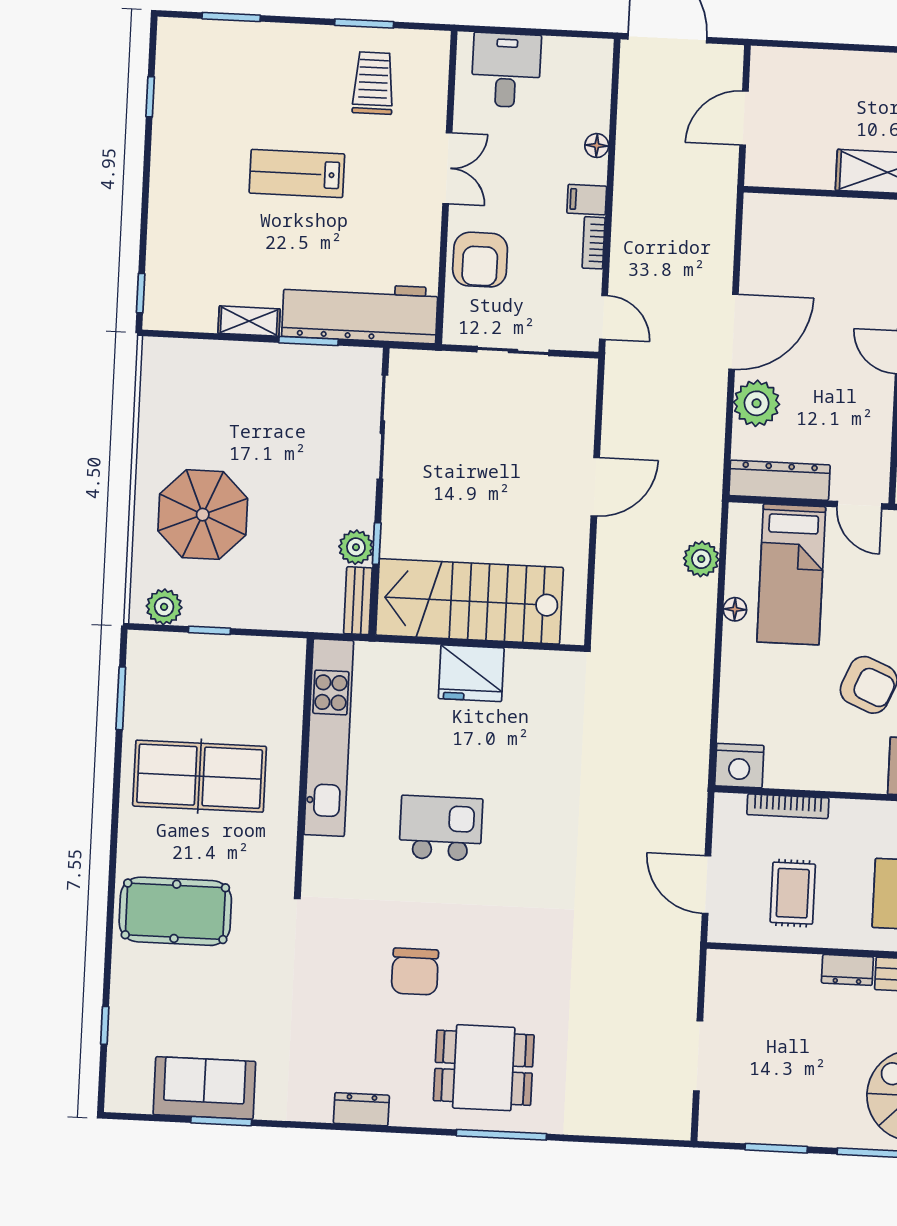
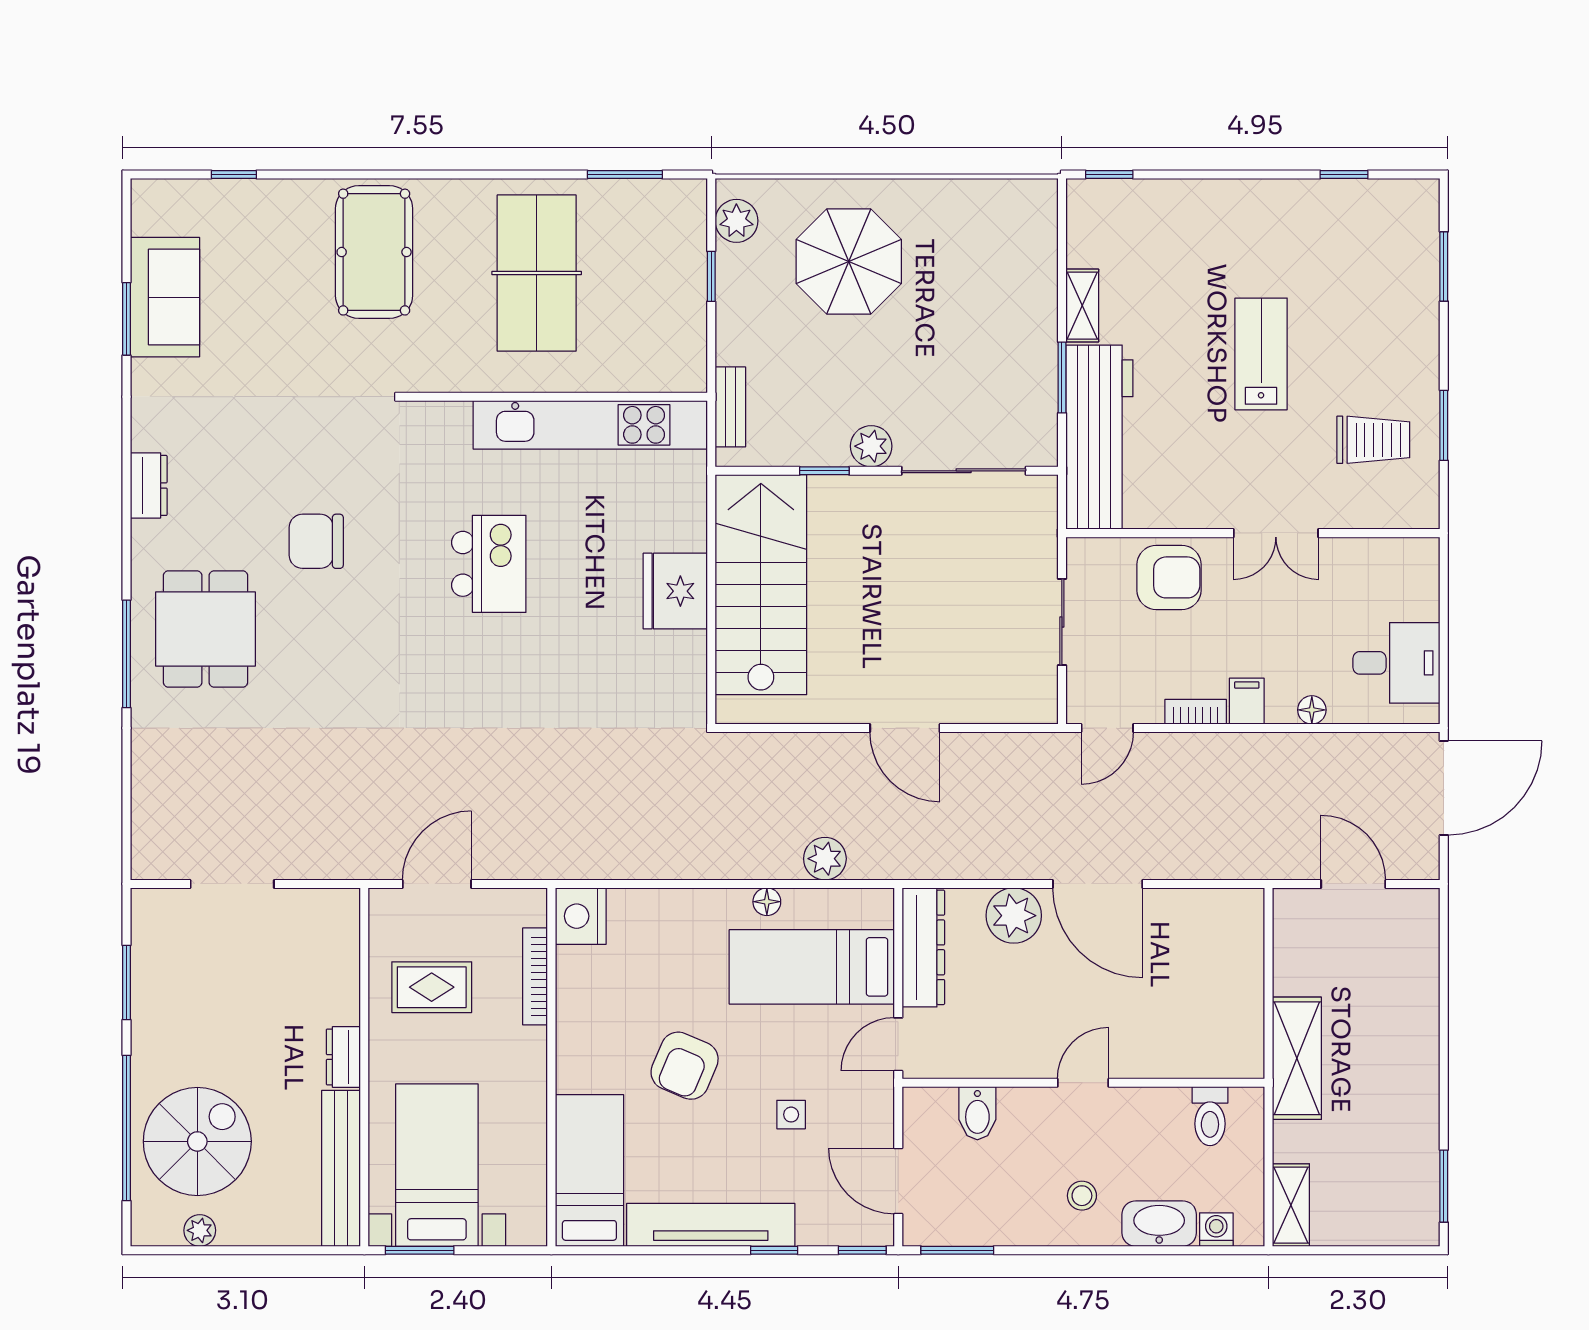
desk: (506, 70) -> (1396, 663), moved
armchair: (480, 260) -> (1169, 577), turned 180
plant: (356, 547) -> (871, 446), moved
bench: (358, 601) -> (730, 407), moved, turned 90

